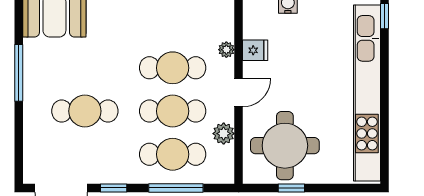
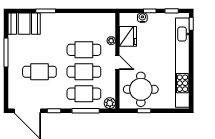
fridge: (255, 50) -> (128, 36), width x1.88, depth x1.34
door: (239, 93) -> (117, 62), hinge flipped
plant: (224, 134) -> (110, 103), moved

